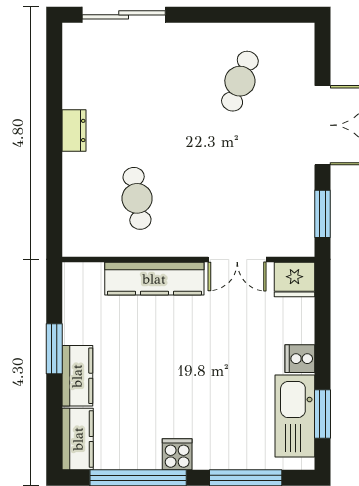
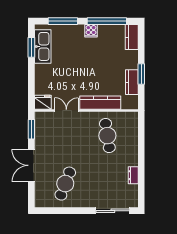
cafe table: (240, 81) -> (65, 184), width x1.37, depth x1.35
dresser: (74, 130) -> (133, 175), moved
cafe table: (137, 198) -> (107, 136), width x1.37, depth x1.35
cooker: (300, 359) -> (41, 70), removed
kitchen counter: (77, 376) -> (132, 82), moved

